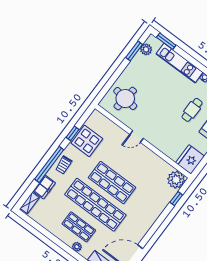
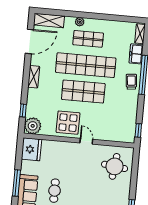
window: (73, 133) -> (138, 130), moved
door: (137, 136) -> (86, 141), hinge flipped
display table: (87, 141) -> (68, 123), moved
shelving: (148, 223) -> (34, 77), added

